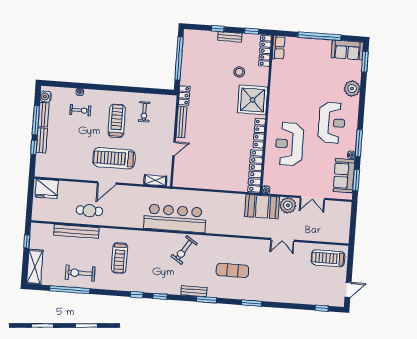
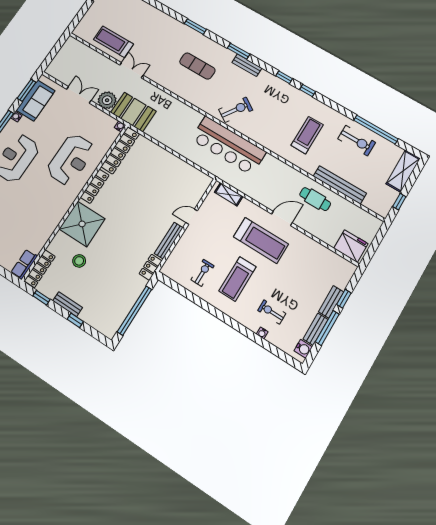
treadmill: (328, 258) -> (114, 42), moved, turned 180

